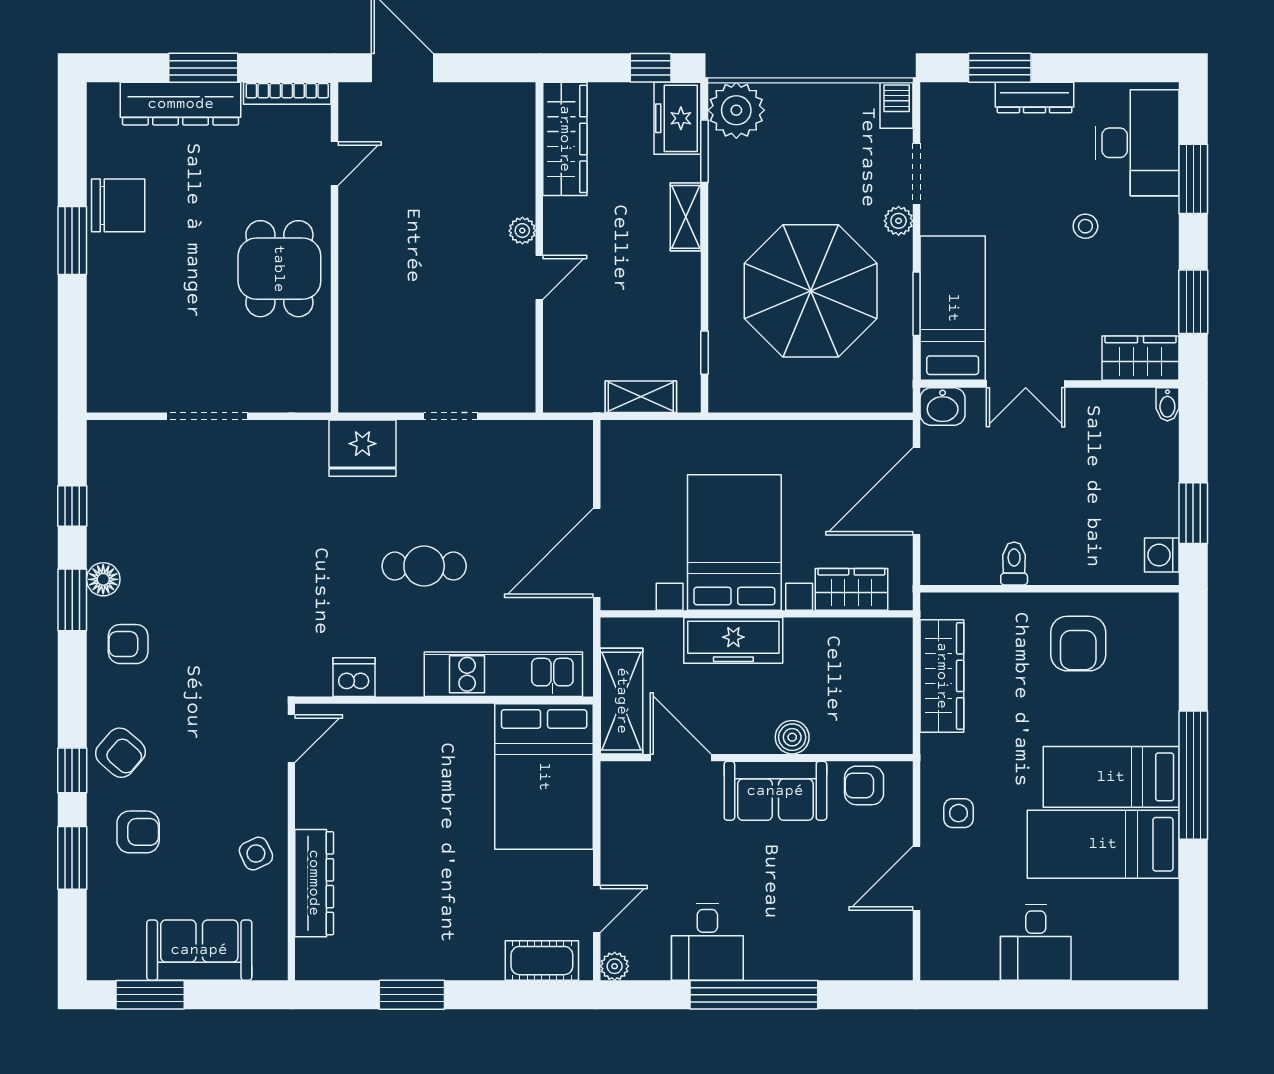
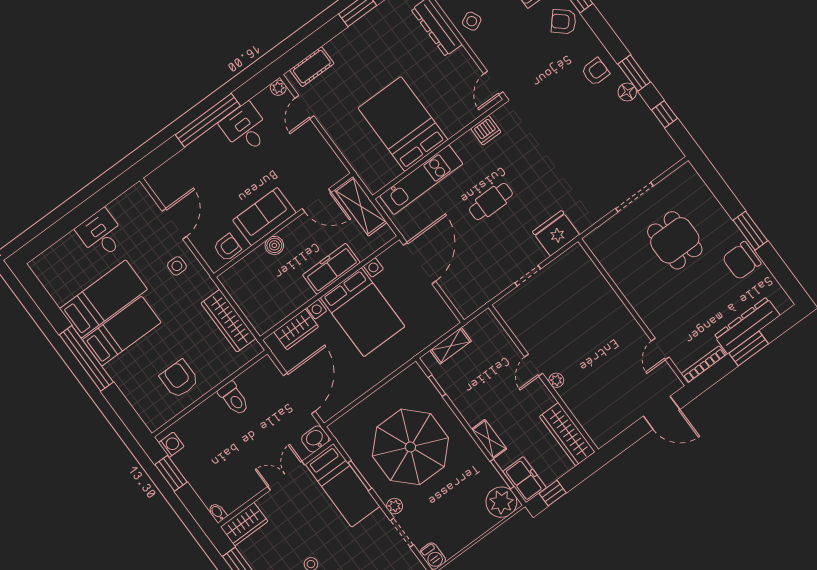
dining table: (279, 269) -> (675, 240), moved
toilet: (1014, 564) -> (234, 398), width x1.37, depth x1.39
bed: (544, 777) -> (403, 124), moved

